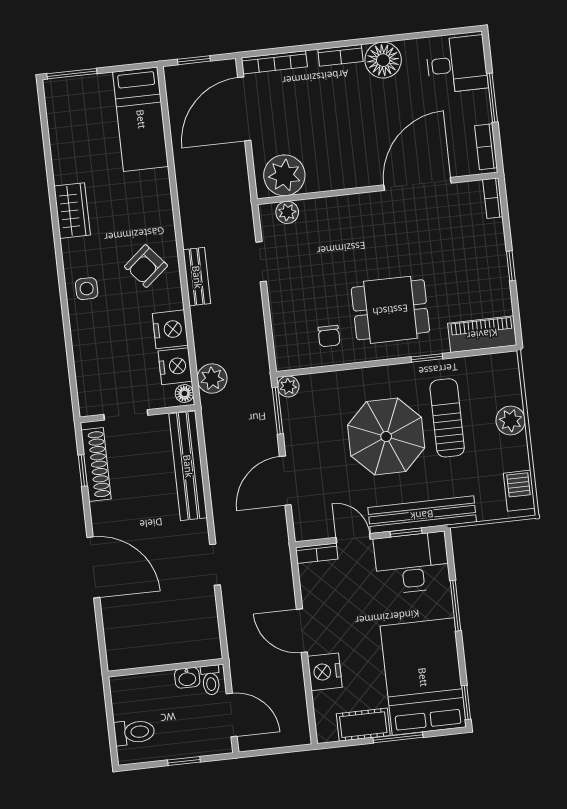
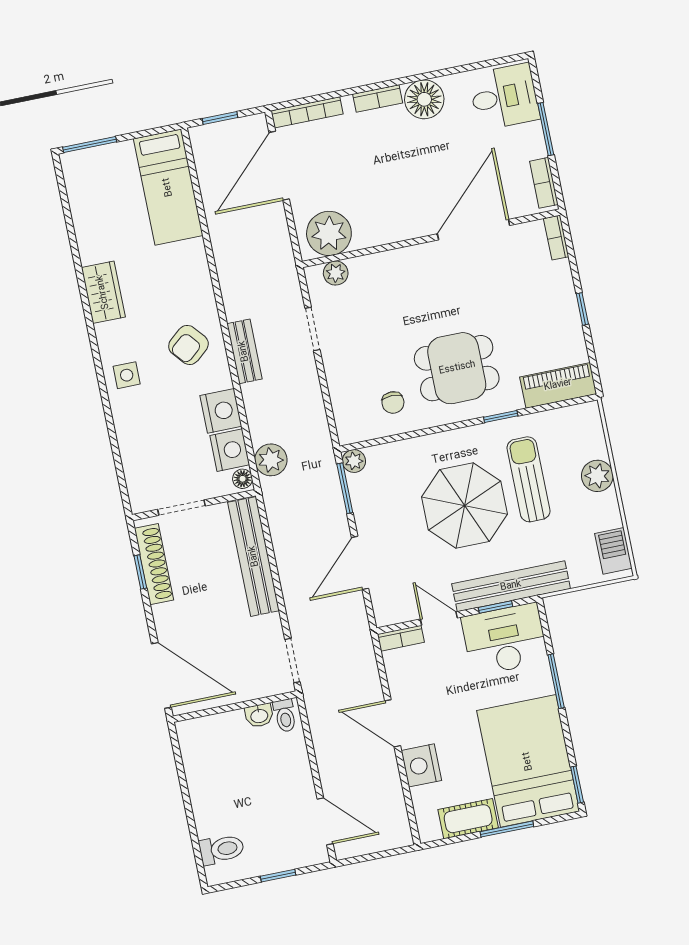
wall: (165, 668) -> (235, 707), moved
washbasin: (187, 678) -> (259, 715), moved
toilet: (211, 680) -> (285, 716), moved

